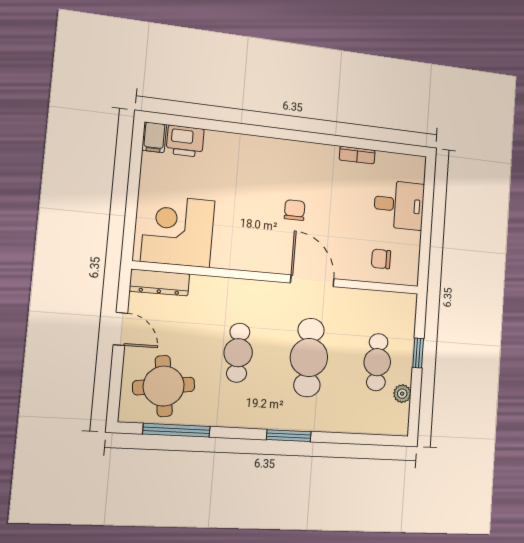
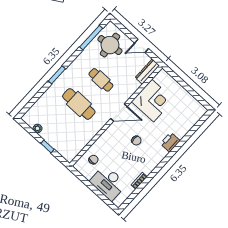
filing cabinet: (154, 137) -> (200, 109), removed
printer: (185, 141) -> (170, 142), moved
desk: (399, 205) -> (108, 183), width x1.37
corner desk: (178, 231) -> (153, 101), moved
door: (312, 281) -> (119, 112), moved
cafe table: (377, 362) -> (57, 128), removed

